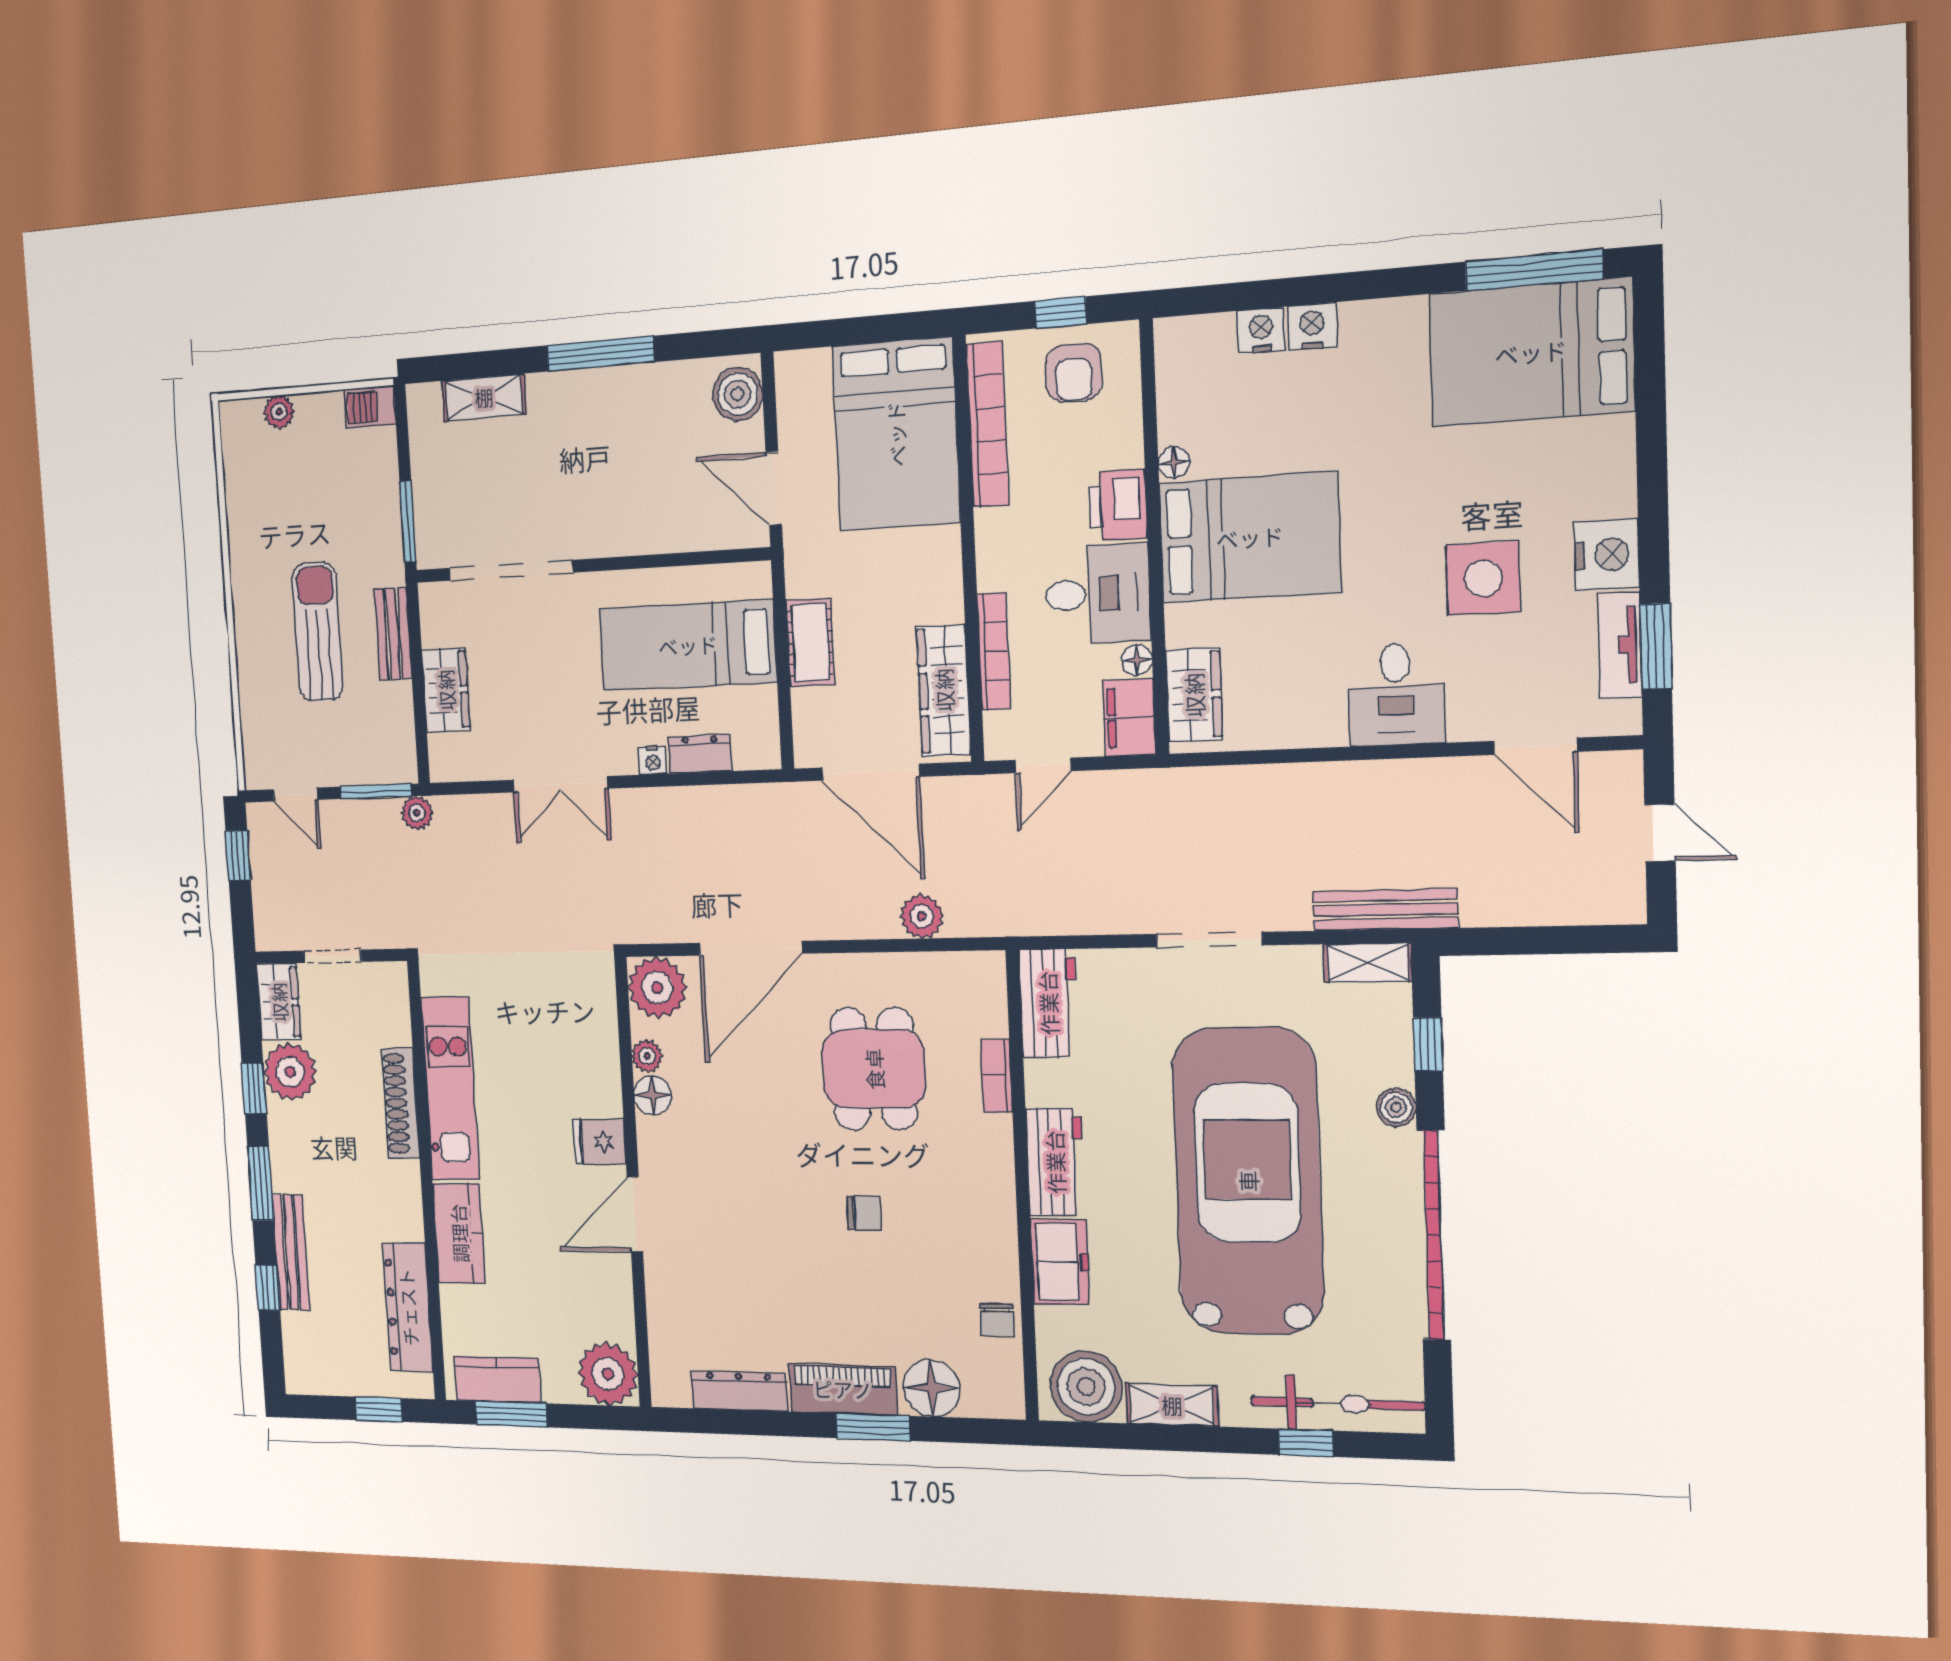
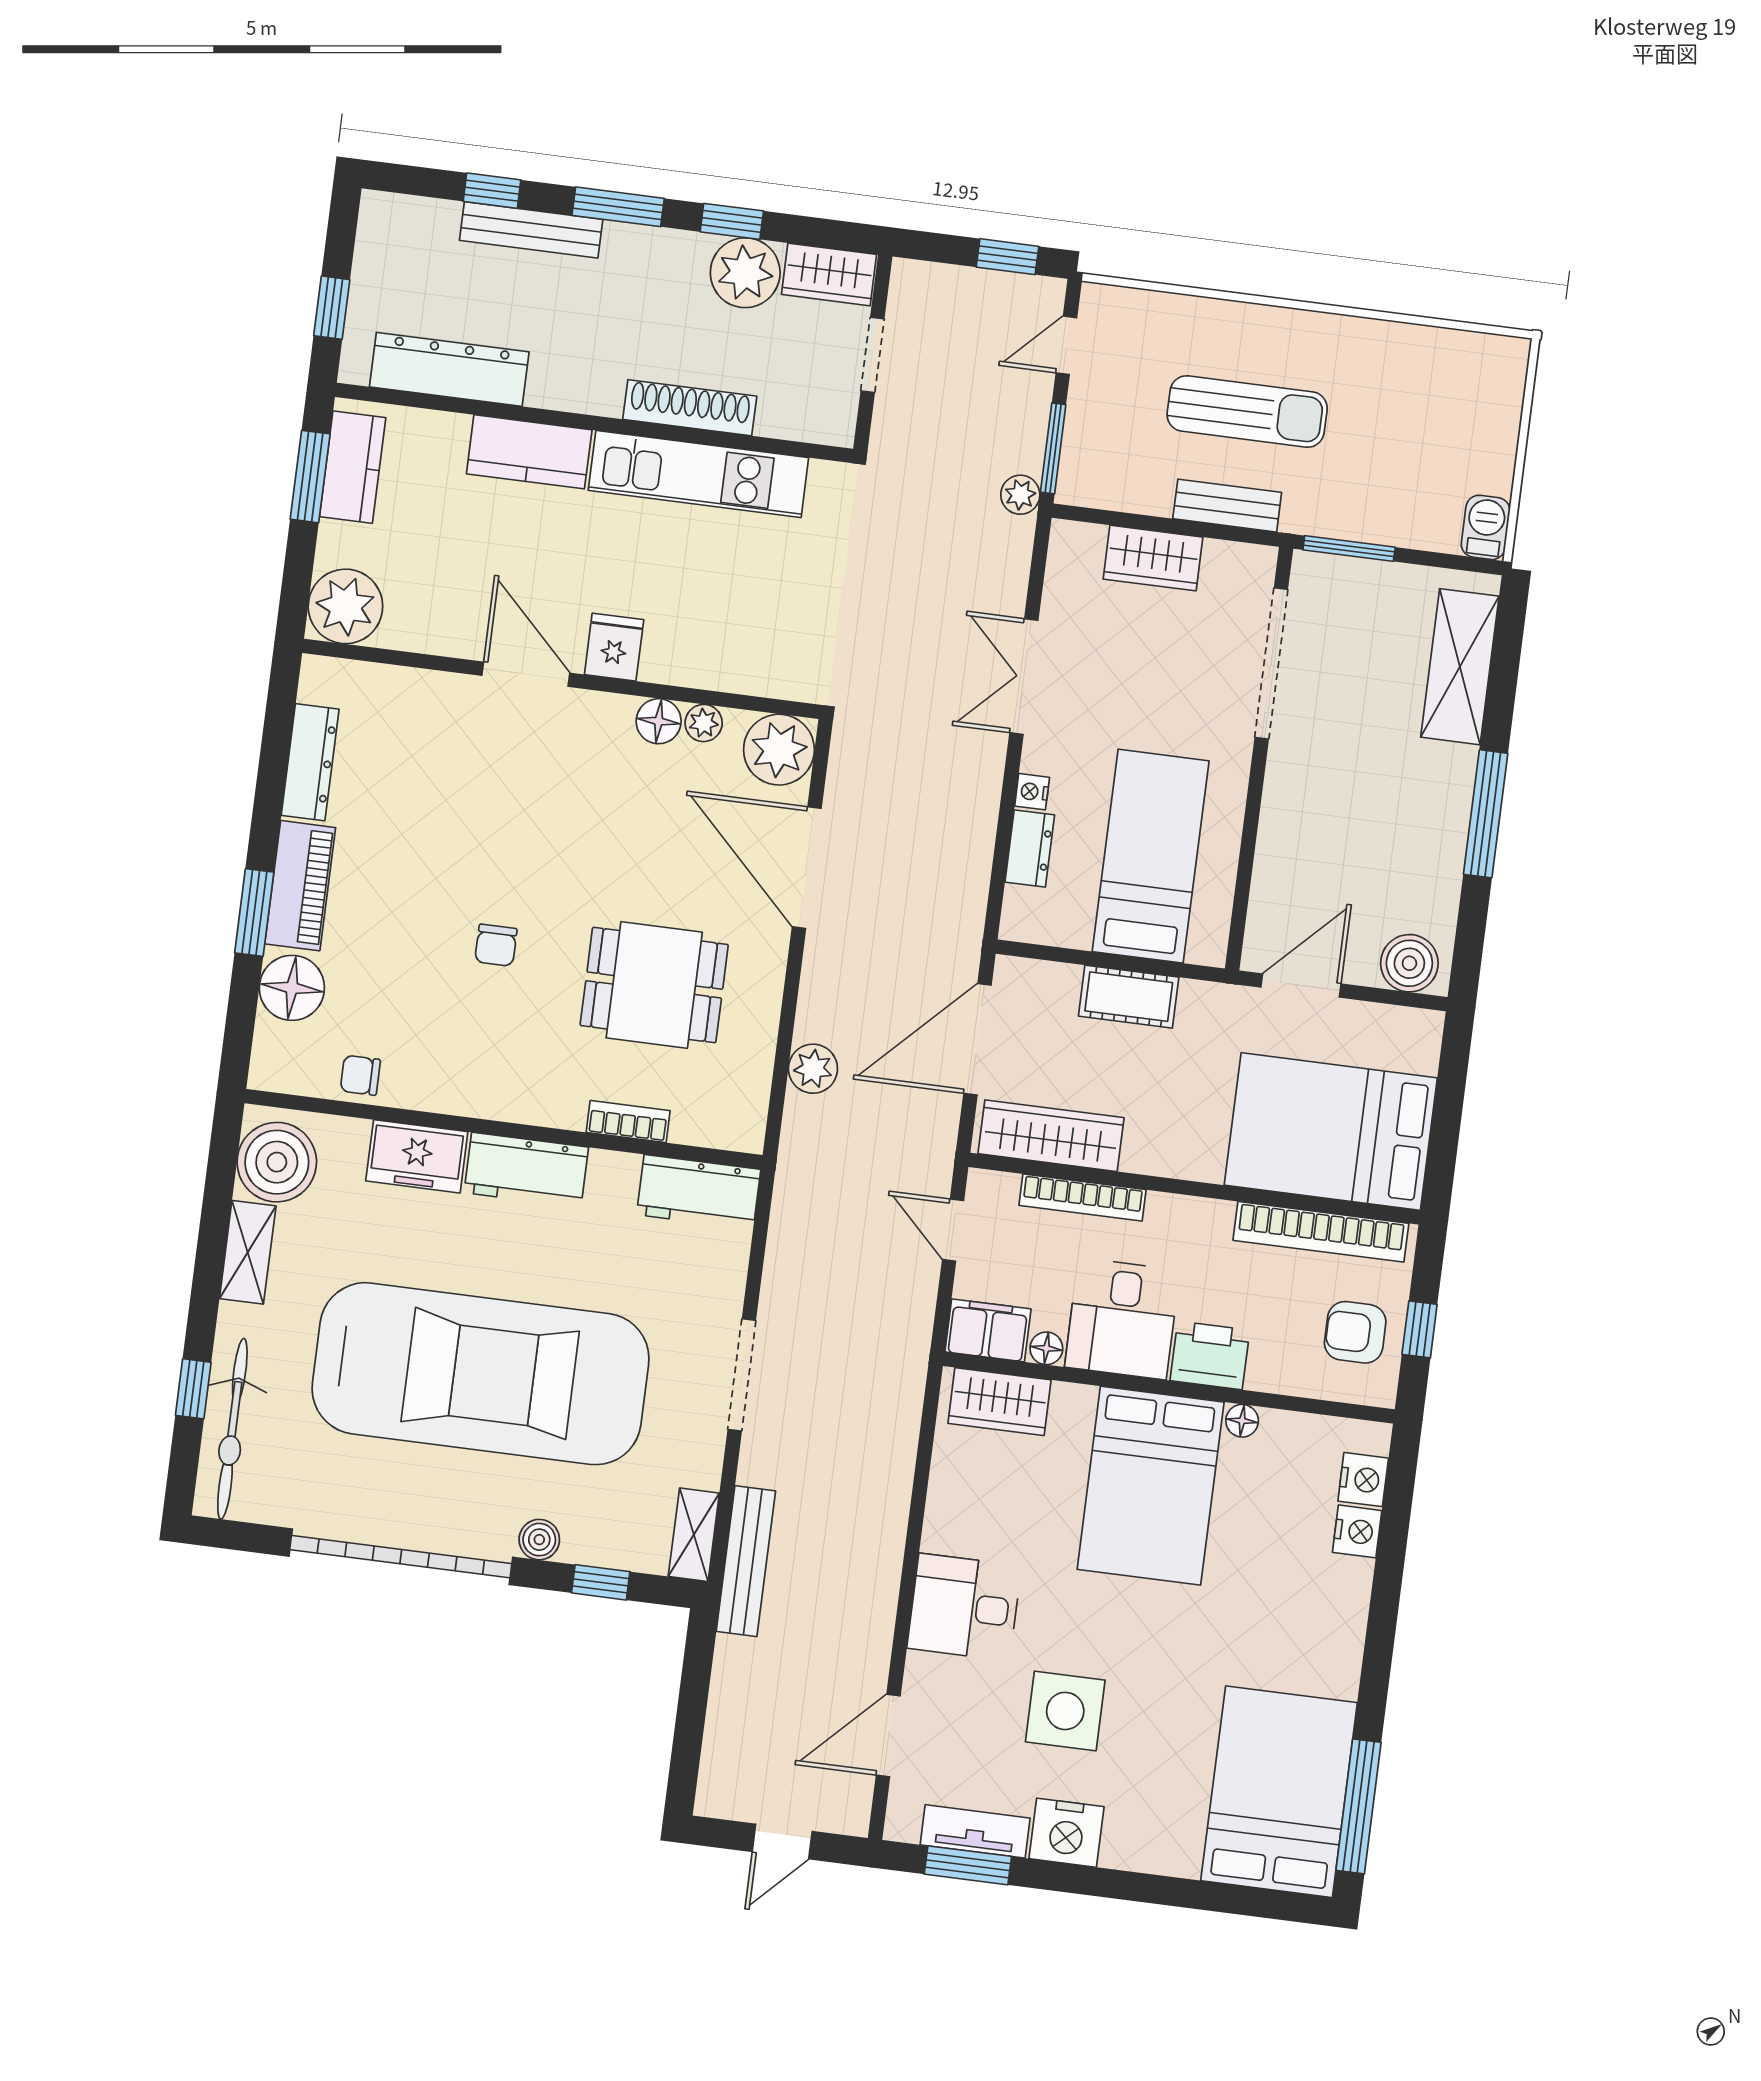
nightstand: (1312, 327) -> (1363, 1480), moved
shelving: (484, 397) -> (1460, 667), width x1.50, depth x1.33
plant: (279, 412) -> (1503, 413), removed

